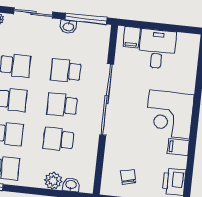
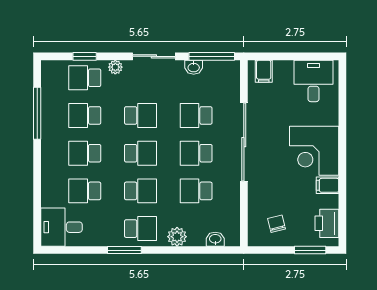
desk: (157, 49) -> (313, 81), moved
plant: (53, 181) -> (177, 237), moved

